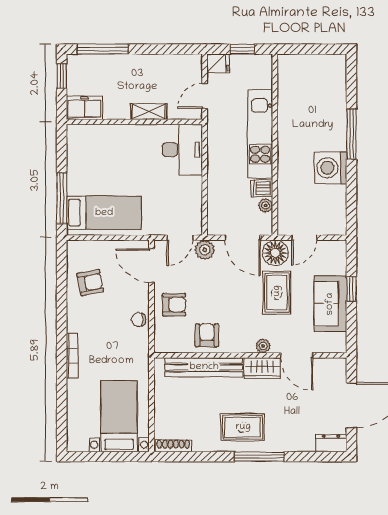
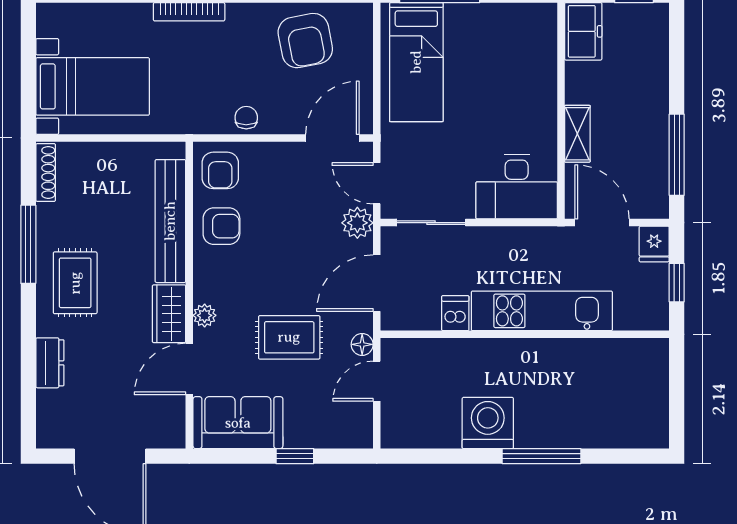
window: (103, 49) -> (677, 155), moved
door: (205, 96) -> (602, 223), width x1.37
sliding door: (205, 203) -> (431, 223), added
plant: (266, 205) -> (428, 319), removed
door: (304, 238) -> (377, 381), hinge flipped
floor lamp: (275, 253) -> (362, 344), width x0.53, depth x0.53
armchair: (90, 283) -> (305, 41), width x1.38, depth x1.38
sofa: (330, 304) -> (238, 423), moved
armchair: (174, 305) -> (220, 170), moved
dresser: (331, 443) -> (50, 363), moved
window: (259, 457) -> (28, 244), moved

